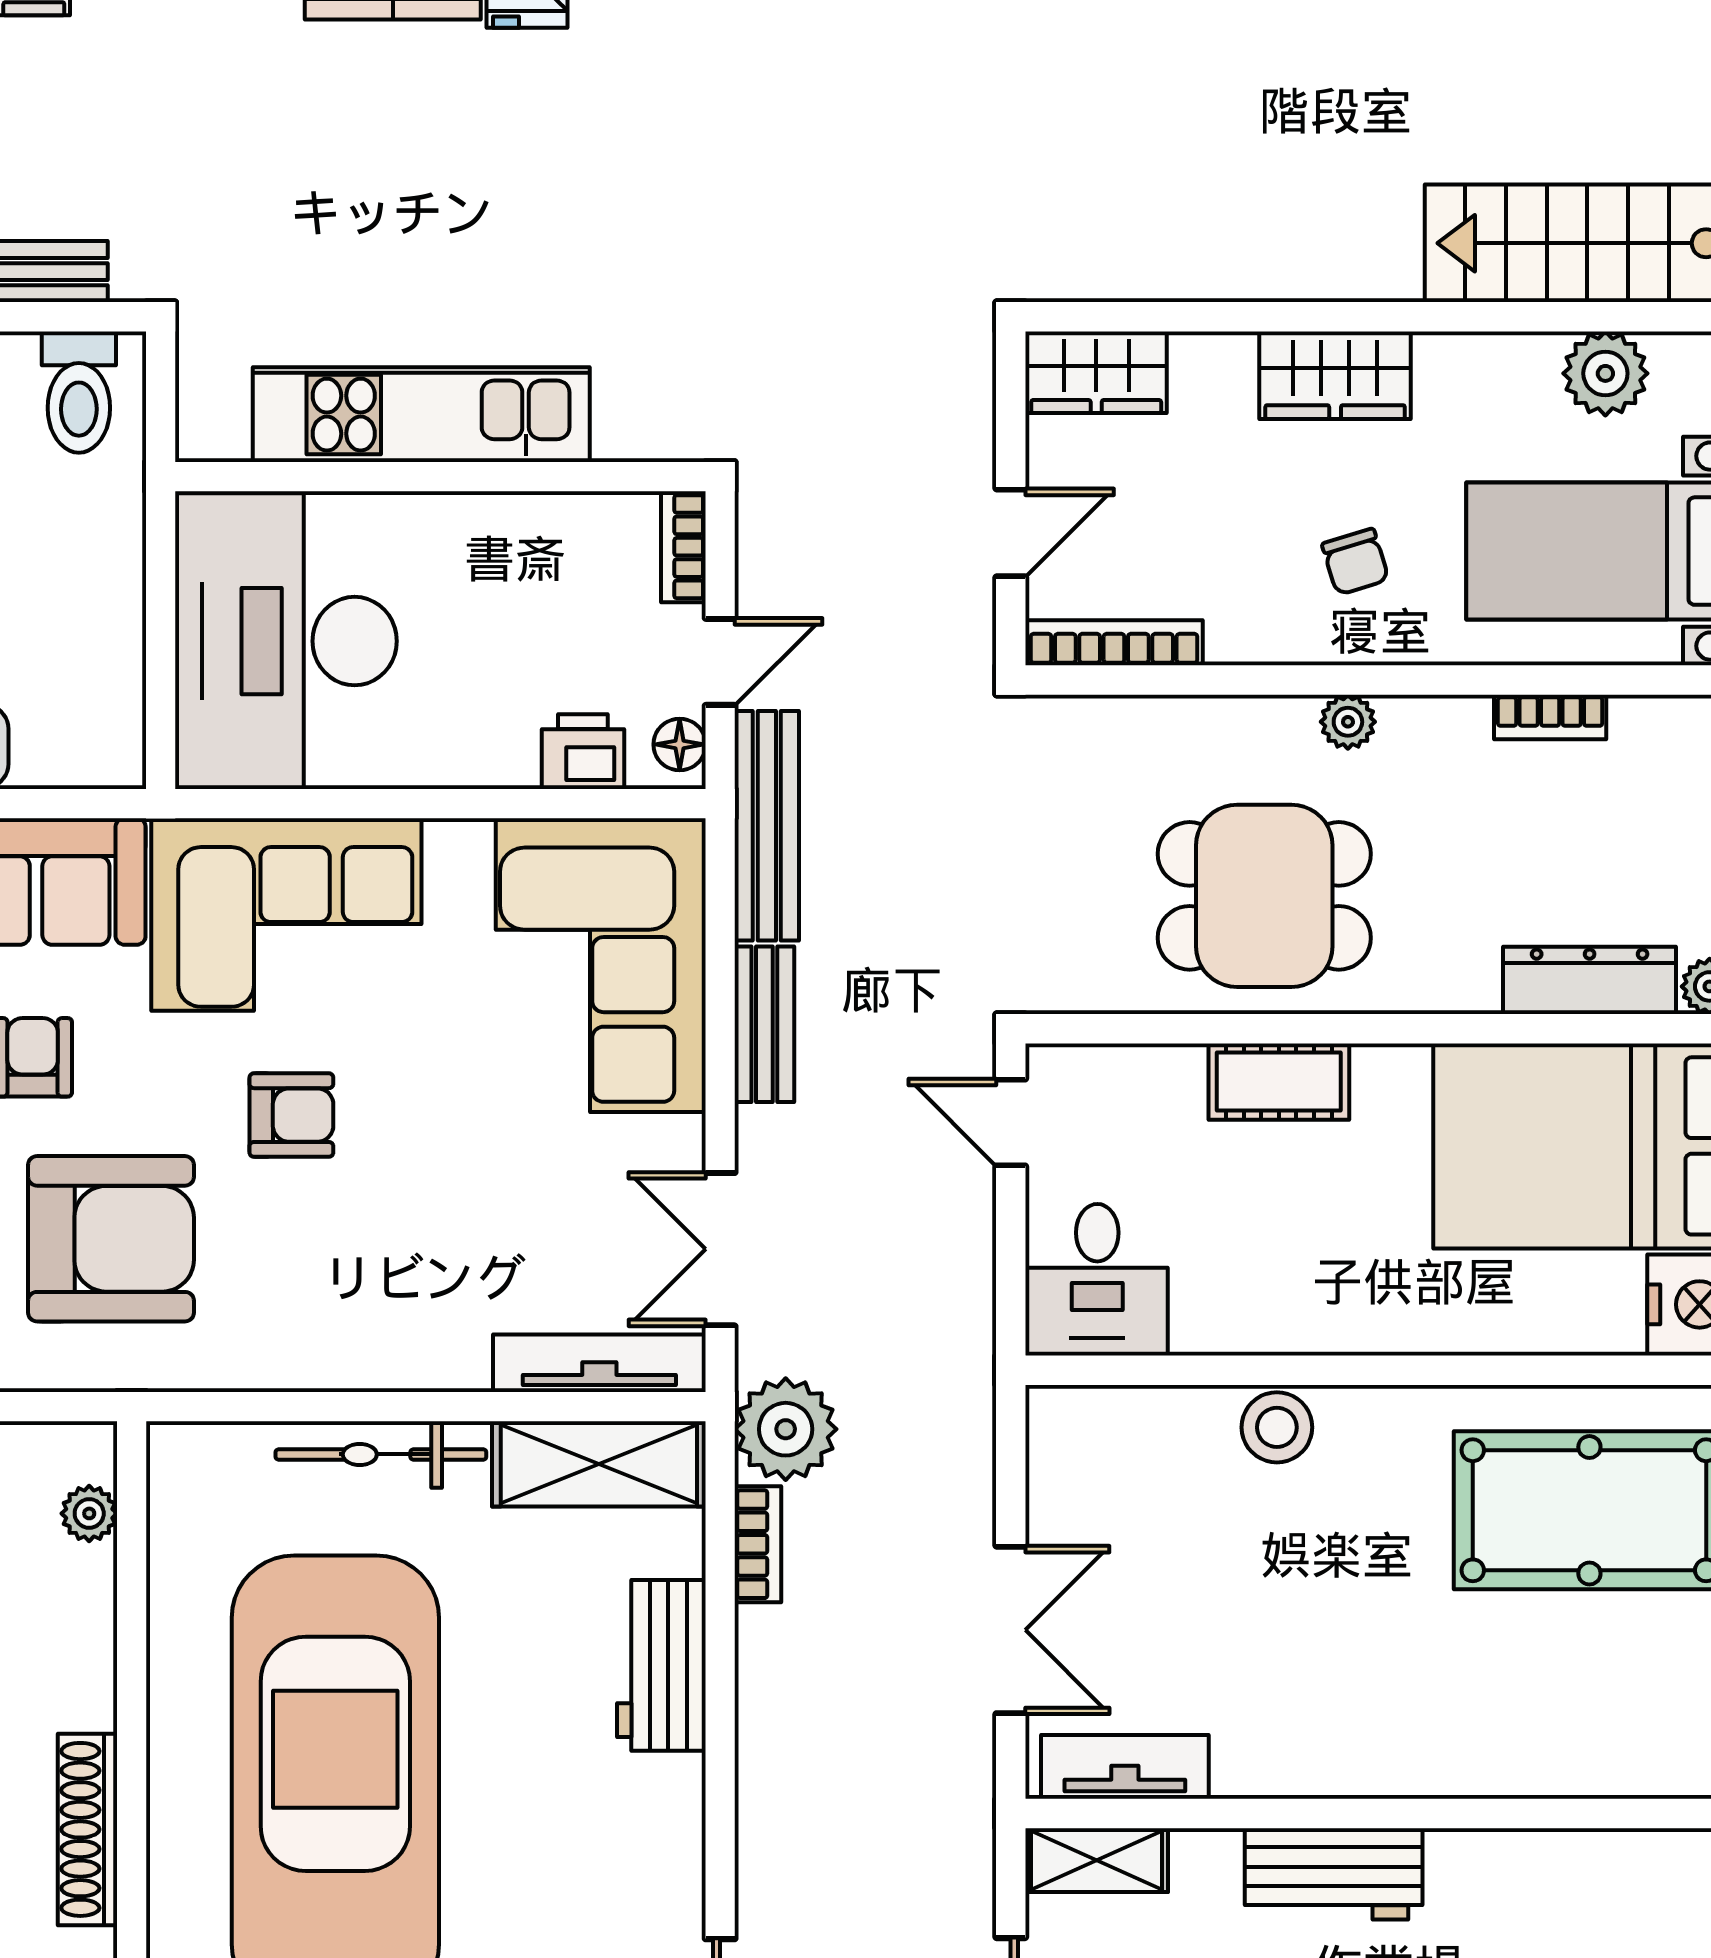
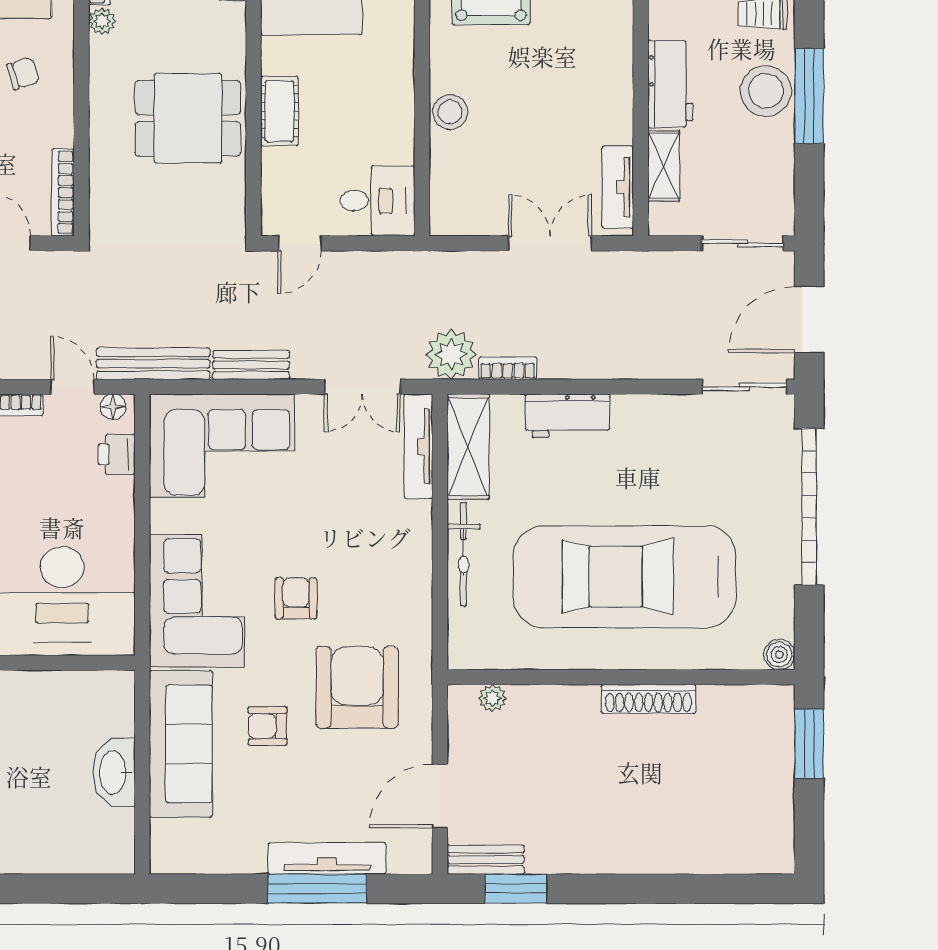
plant: (1348, 722) -> (102, 21), moved
dining table: (1264, 896) -> (188, 118), turned 90
shelving: (1097, 1860) -> (664, 166), moved

